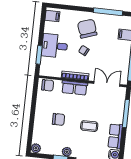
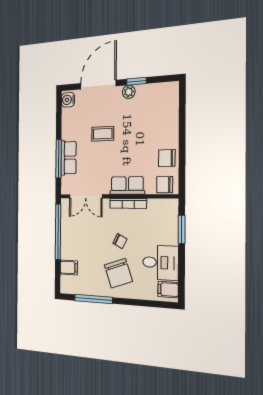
desk: (55, 46) -> (160, 263), moved
chair: (59, 119) -> (167, 158), moved
row of seats: (115, 136) -> (69, 158), moved
plant: (36, 148) -> (172, 88), removed

